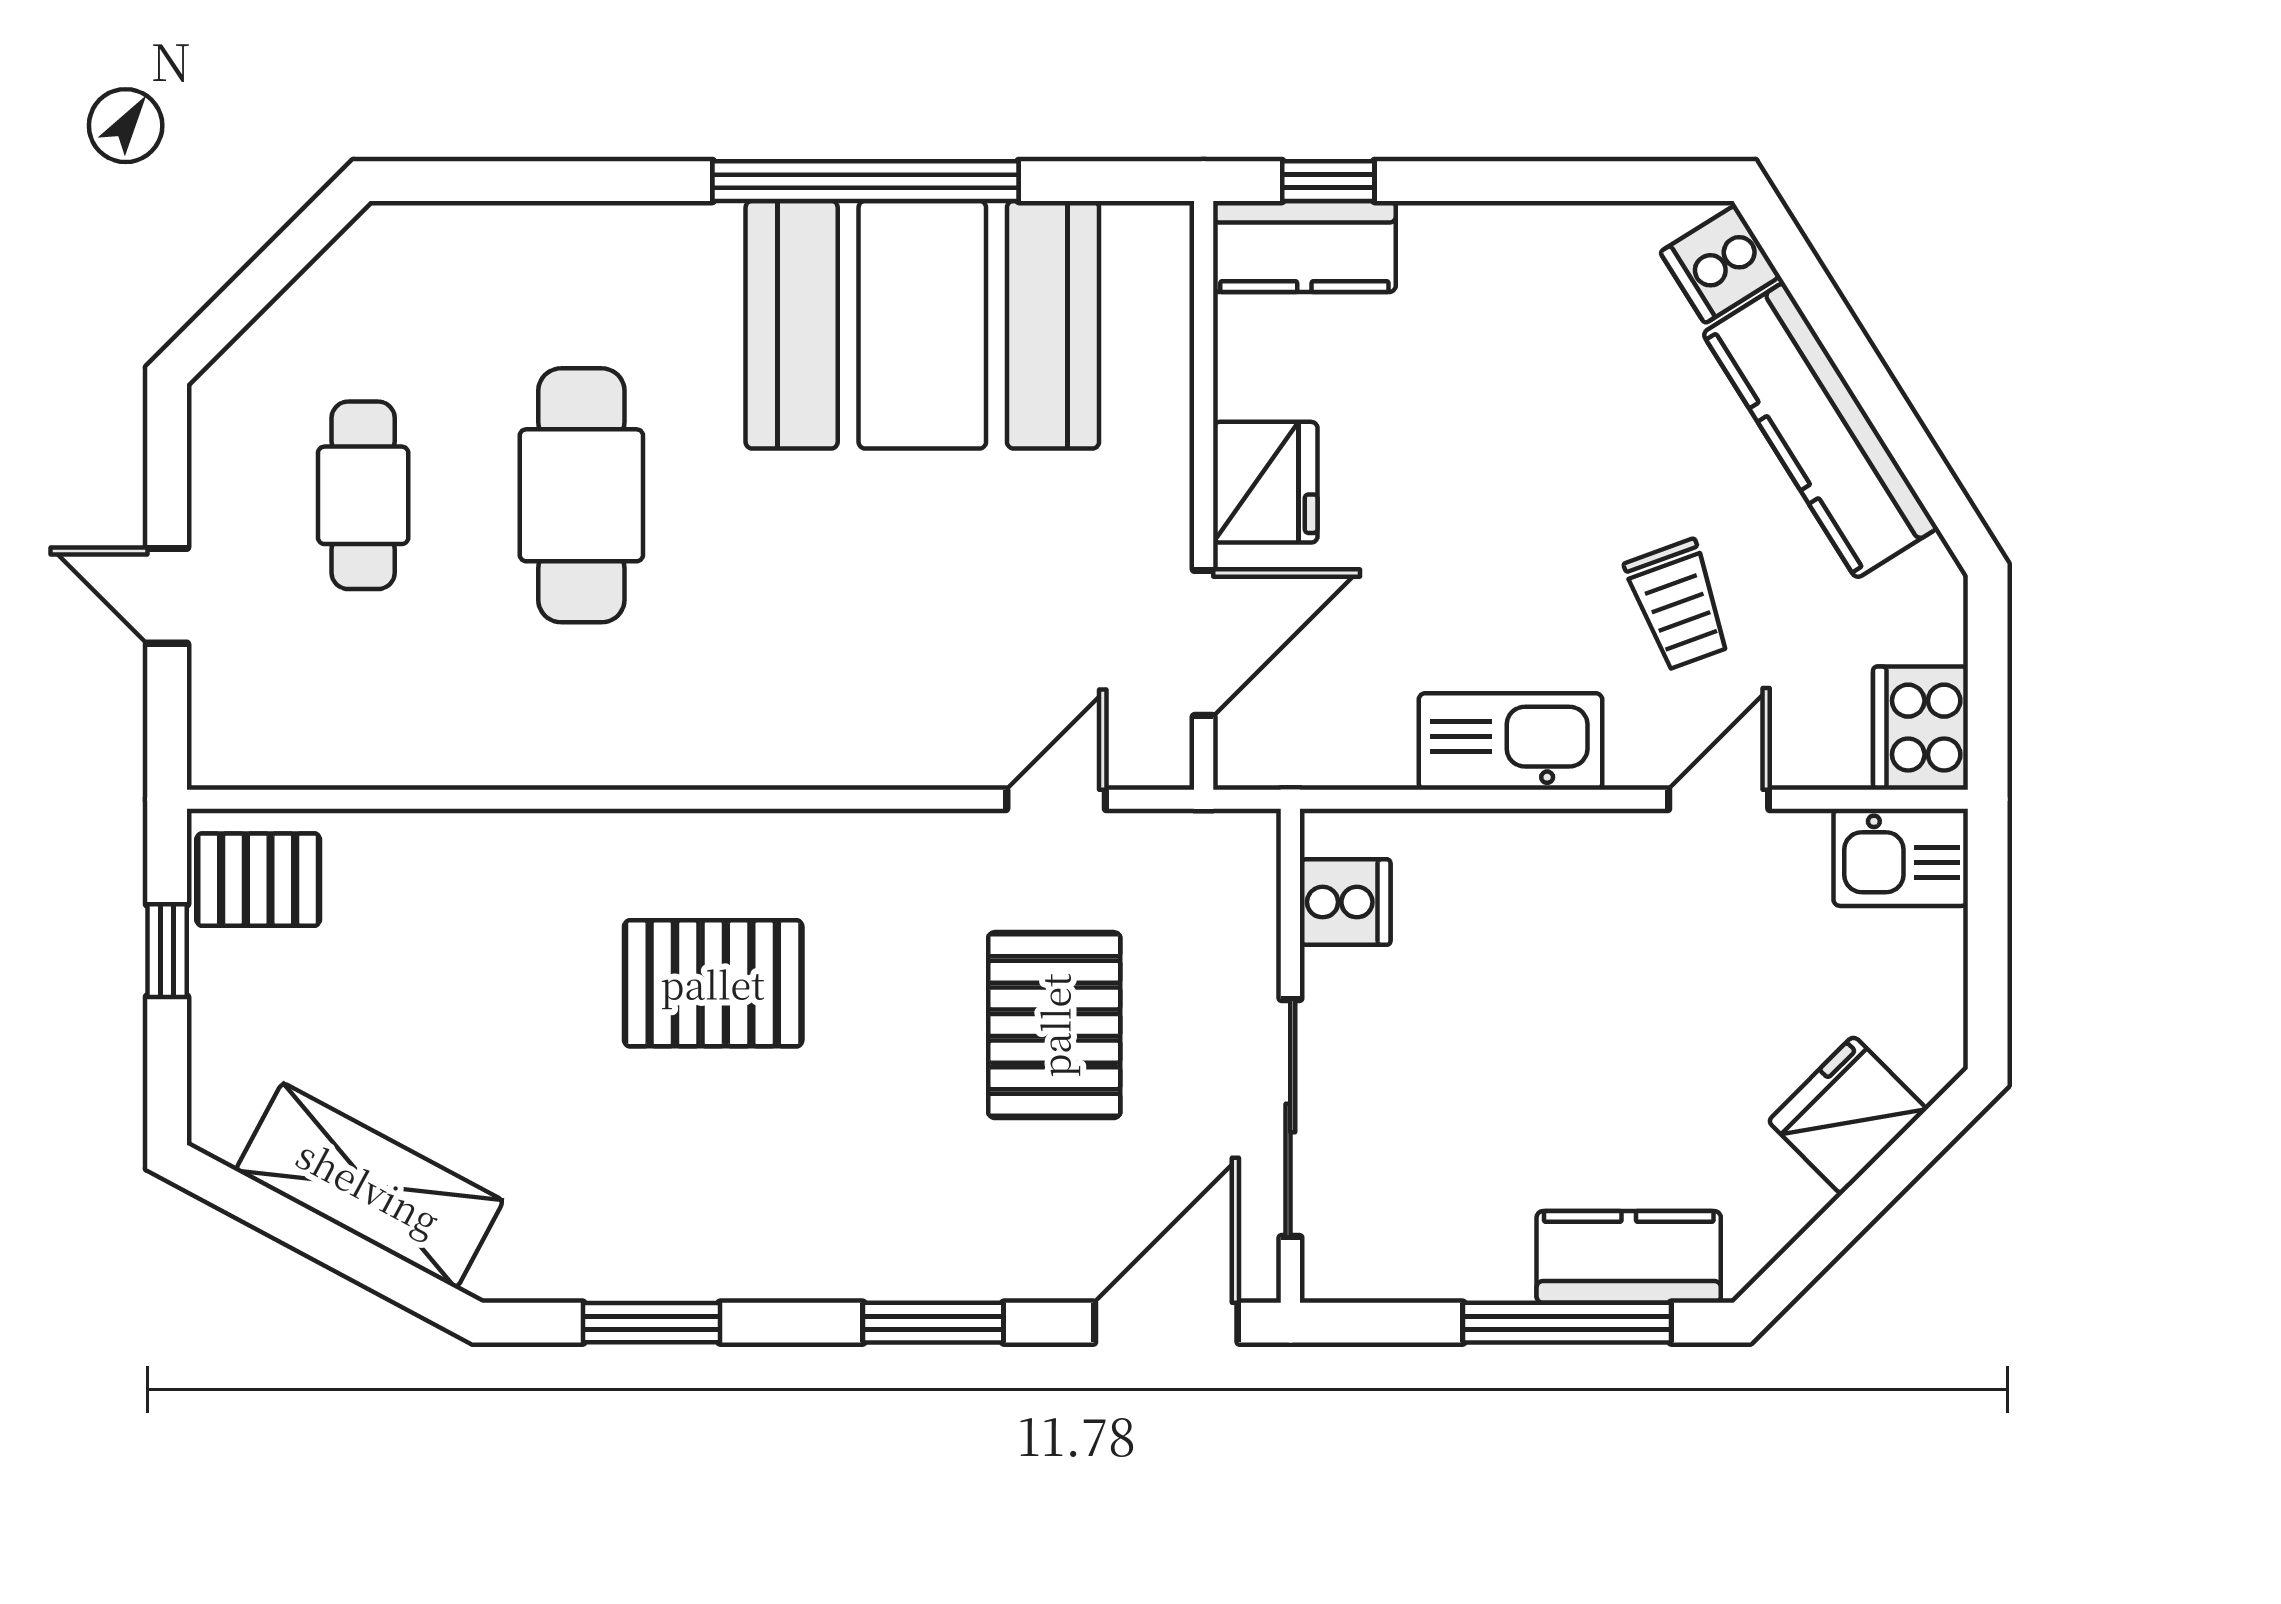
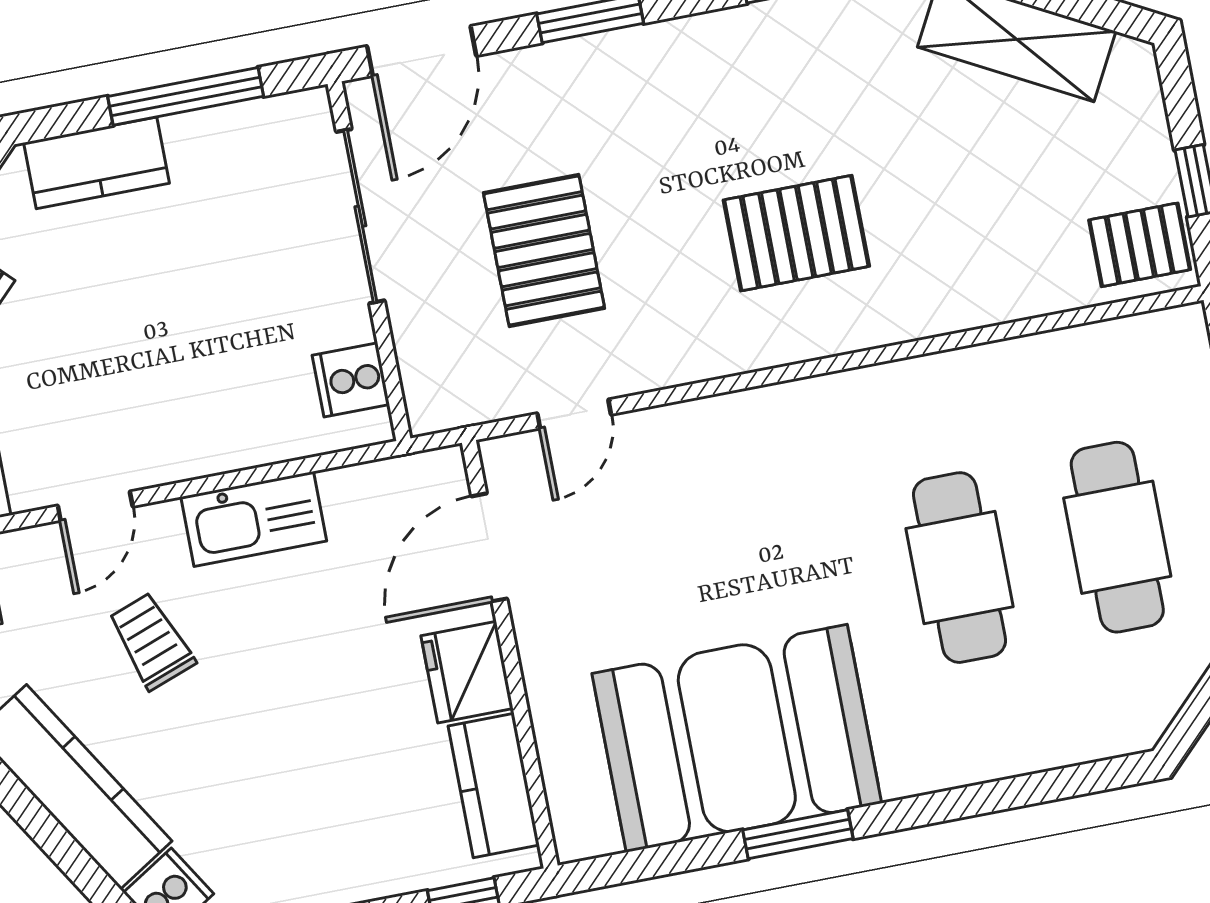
window: (866, 181) -> (798, 834), width x0.47
kitchen counter: (1304, 246) -> (494, 786), moved, turned -90
cafe table: (363, 495) -> (1117, 537), width x1.37, depth x1.35
window: (1567, 1323) -> (186, 96), moved

